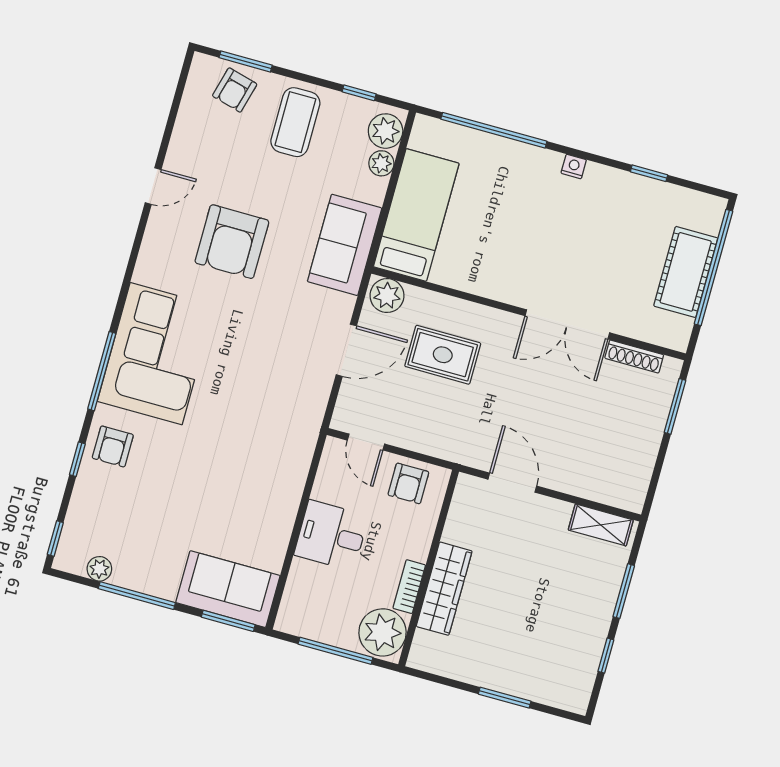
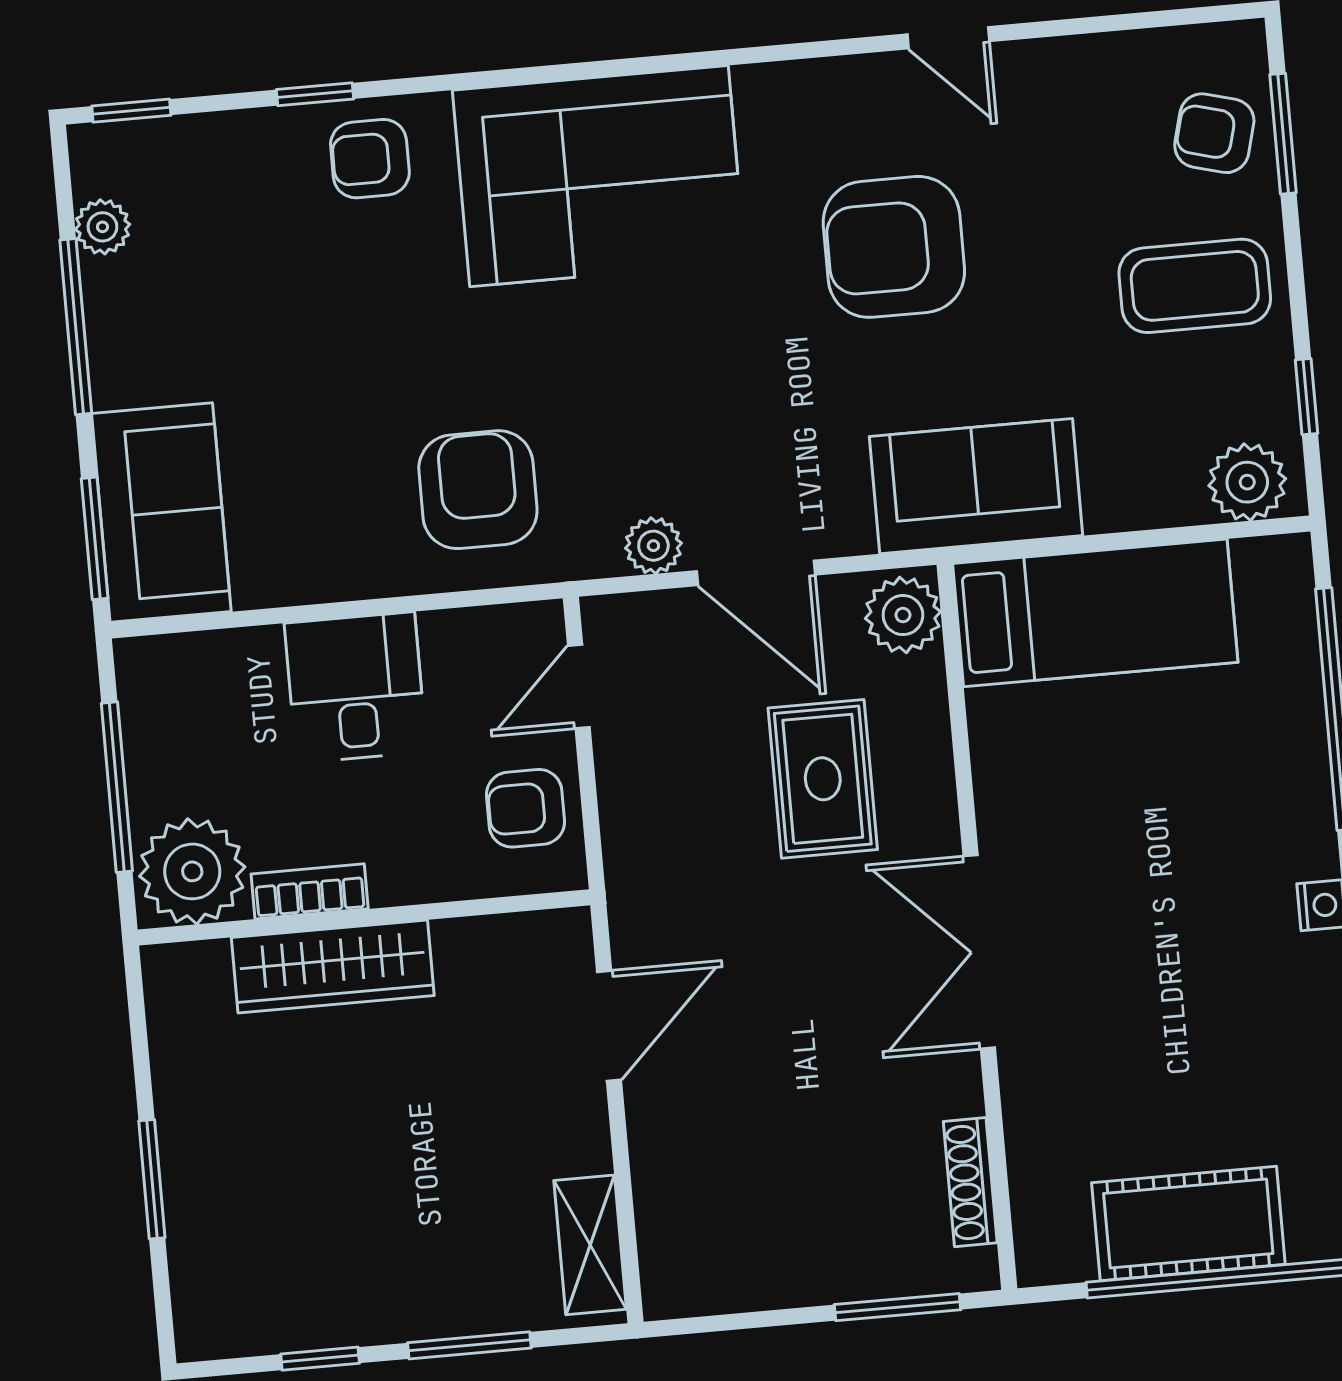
plant: (381, 163) -> (653, 546), moved
double door: (567, 324) -> (979, 952), moved
window: (102, 371) -> (519, 76), removed
armchair: (268, 453) -> (478, 490), added

